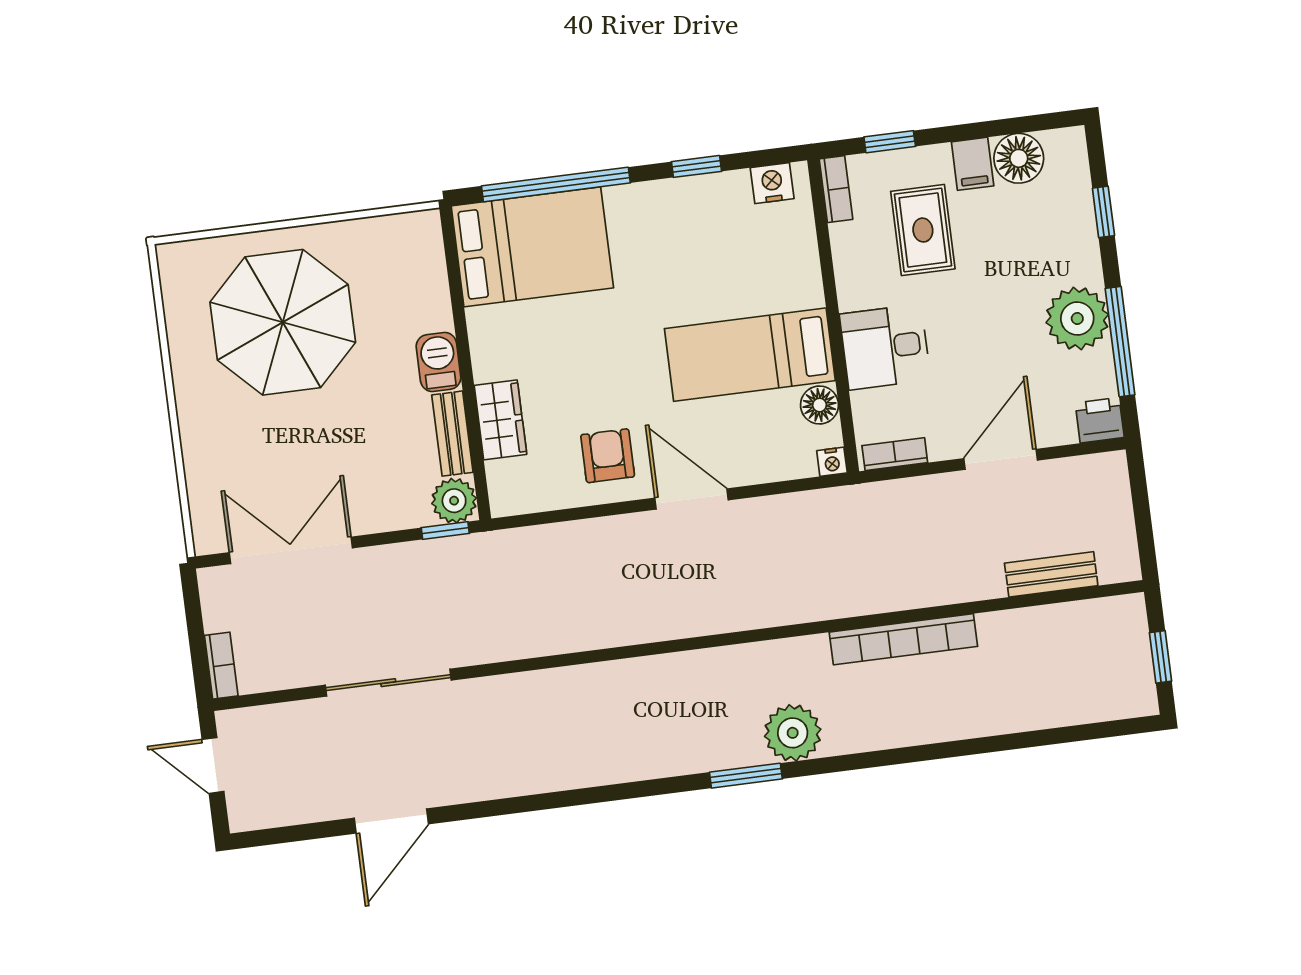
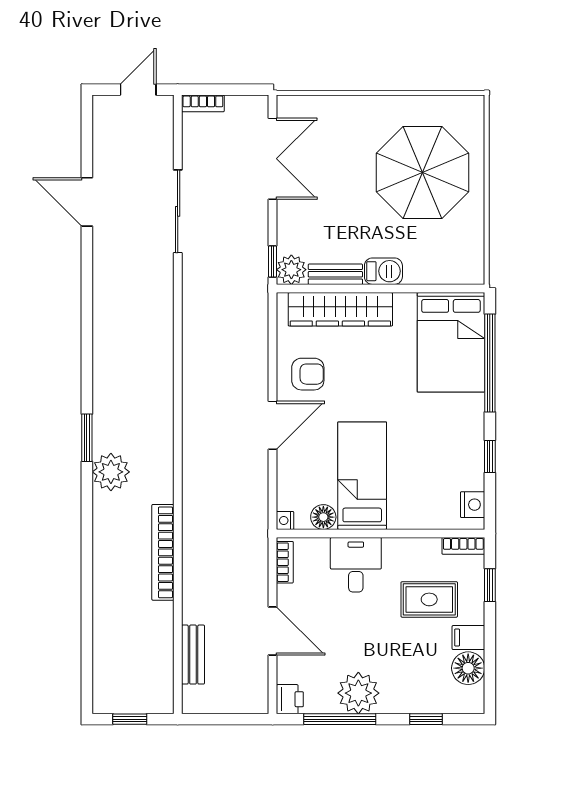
wardrobe: (500, 420) -> (340, 309), width x2.10, depth x1.17

